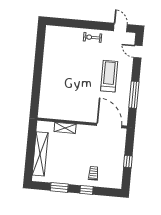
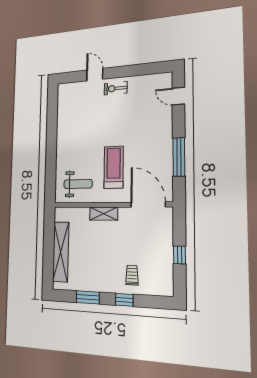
door: (120, 28) -> (95, 75), moved
treadmill: (109, 76) -> (114, 167), moved
weight bench: (57, 105) -> (78, 184), added
shelving: (65, 128) -> (104, 214), moved

